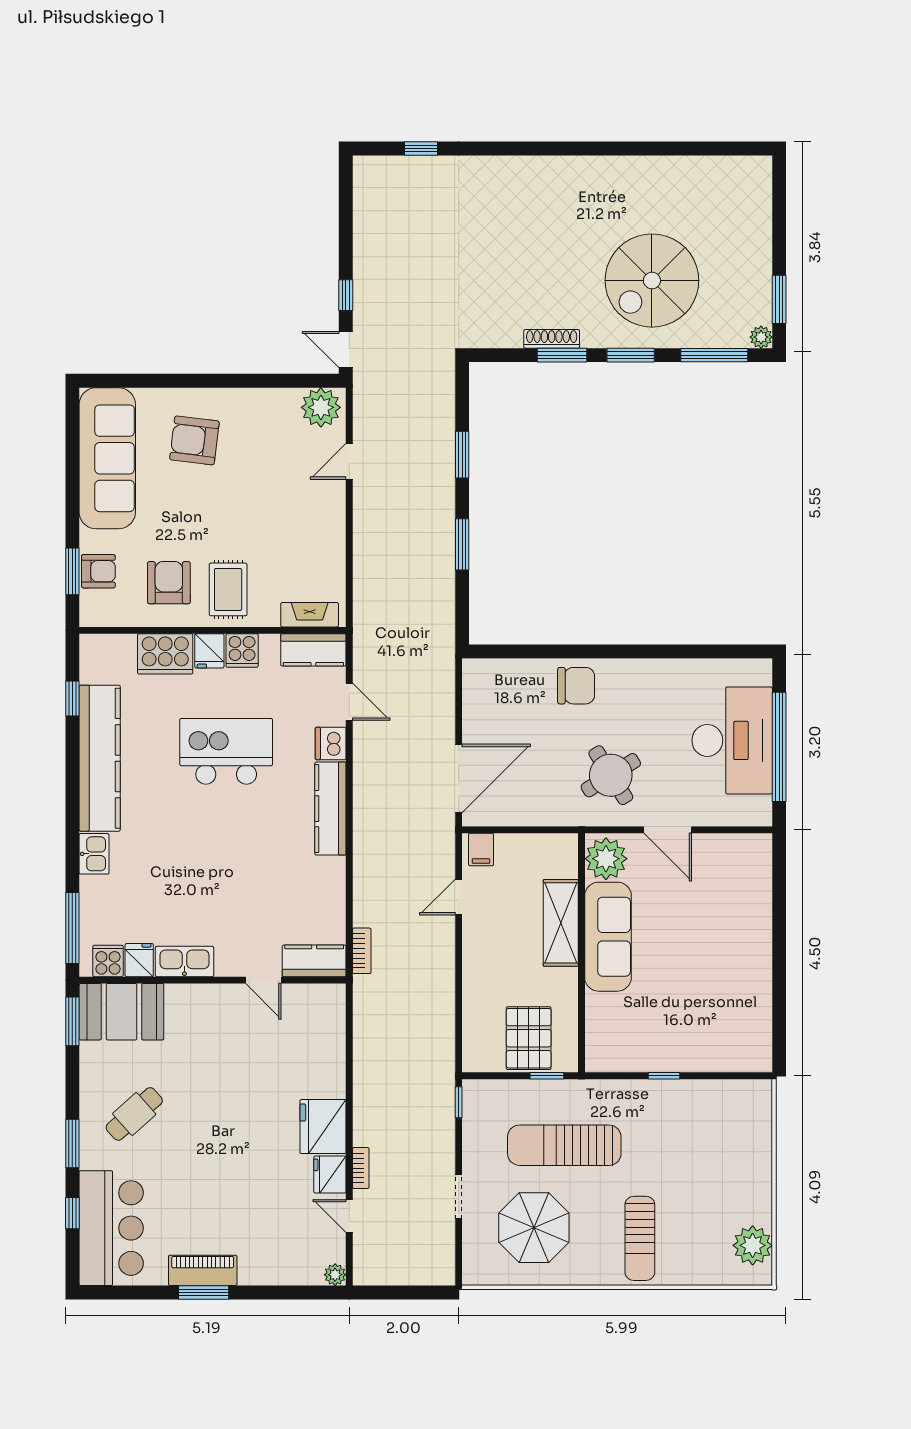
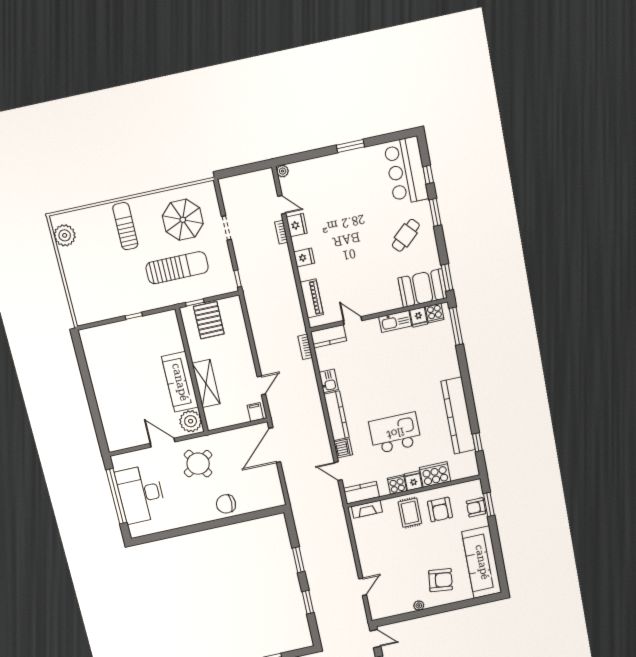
plant: (321, 407) -> (419, 606), moved, width x0.53, depth x0.53
kitchen island: (226, 751) -> (395, 433), turned 180
kitchen sink: (94, 854) -> (329, 381), moved, turned 180
fridge: (323, 1127) -> (304, 258), width x0.53, depth x0.75
piano: (203, 1270) -> (312, 298), moved, turned -90

